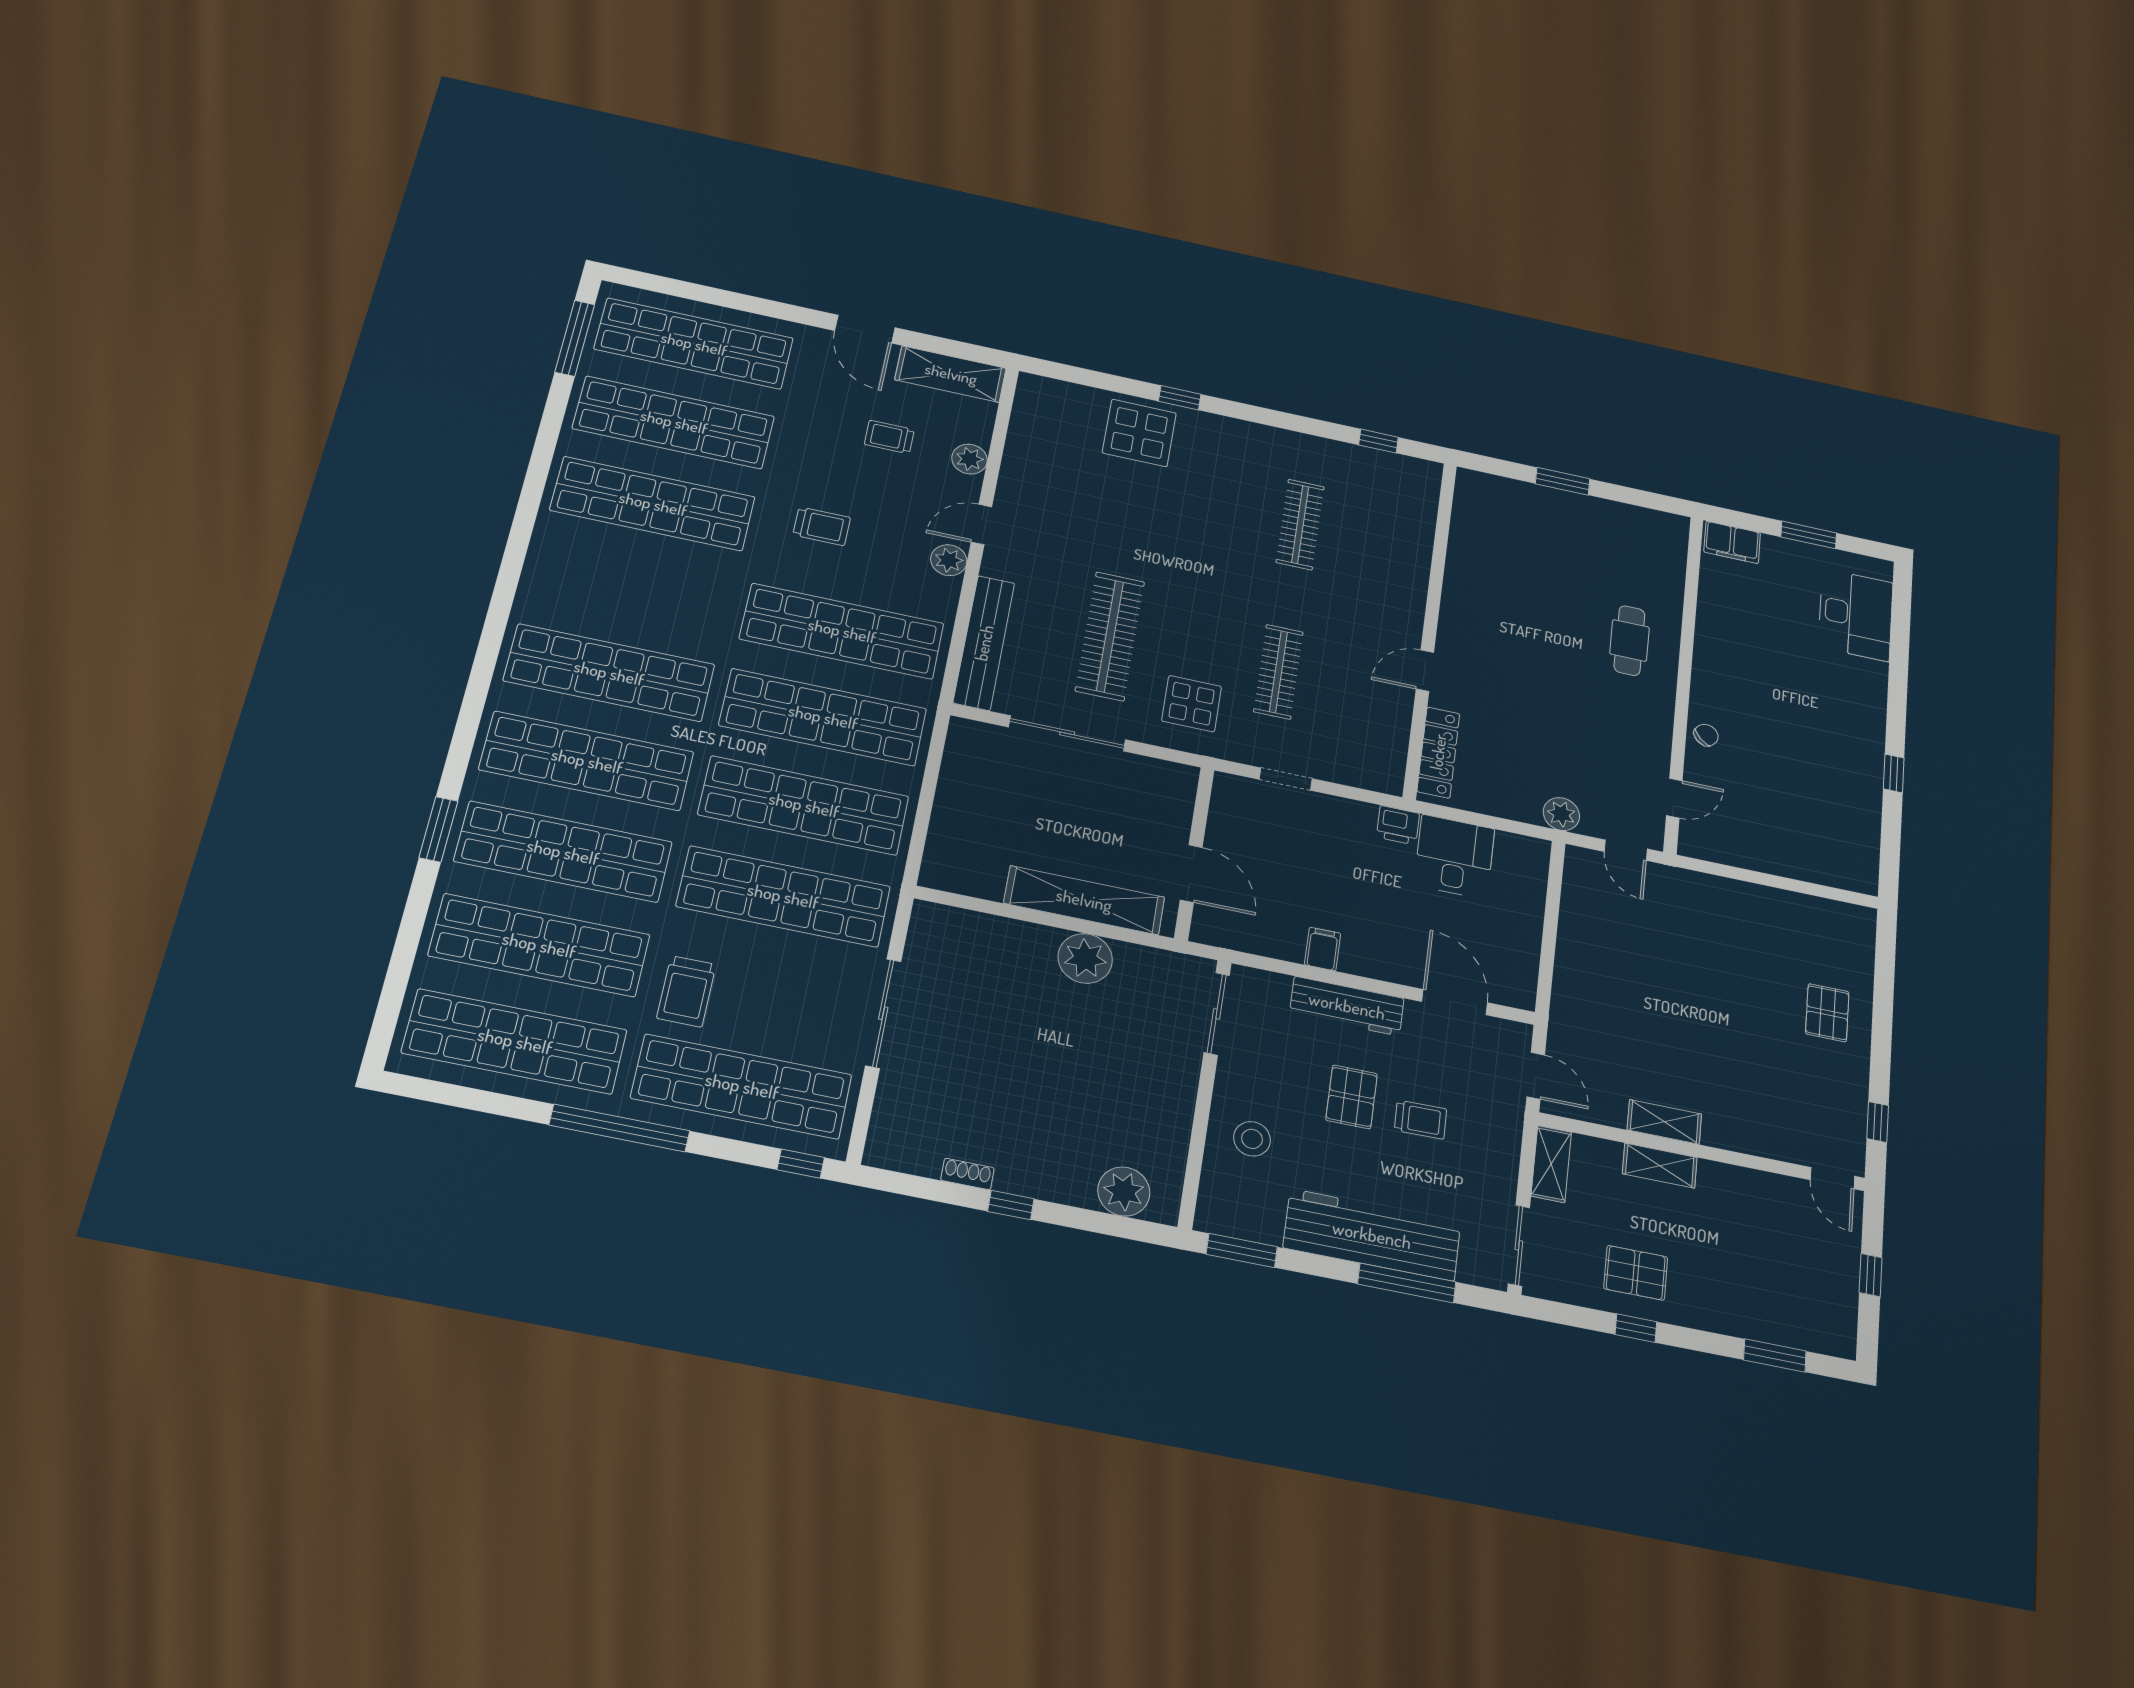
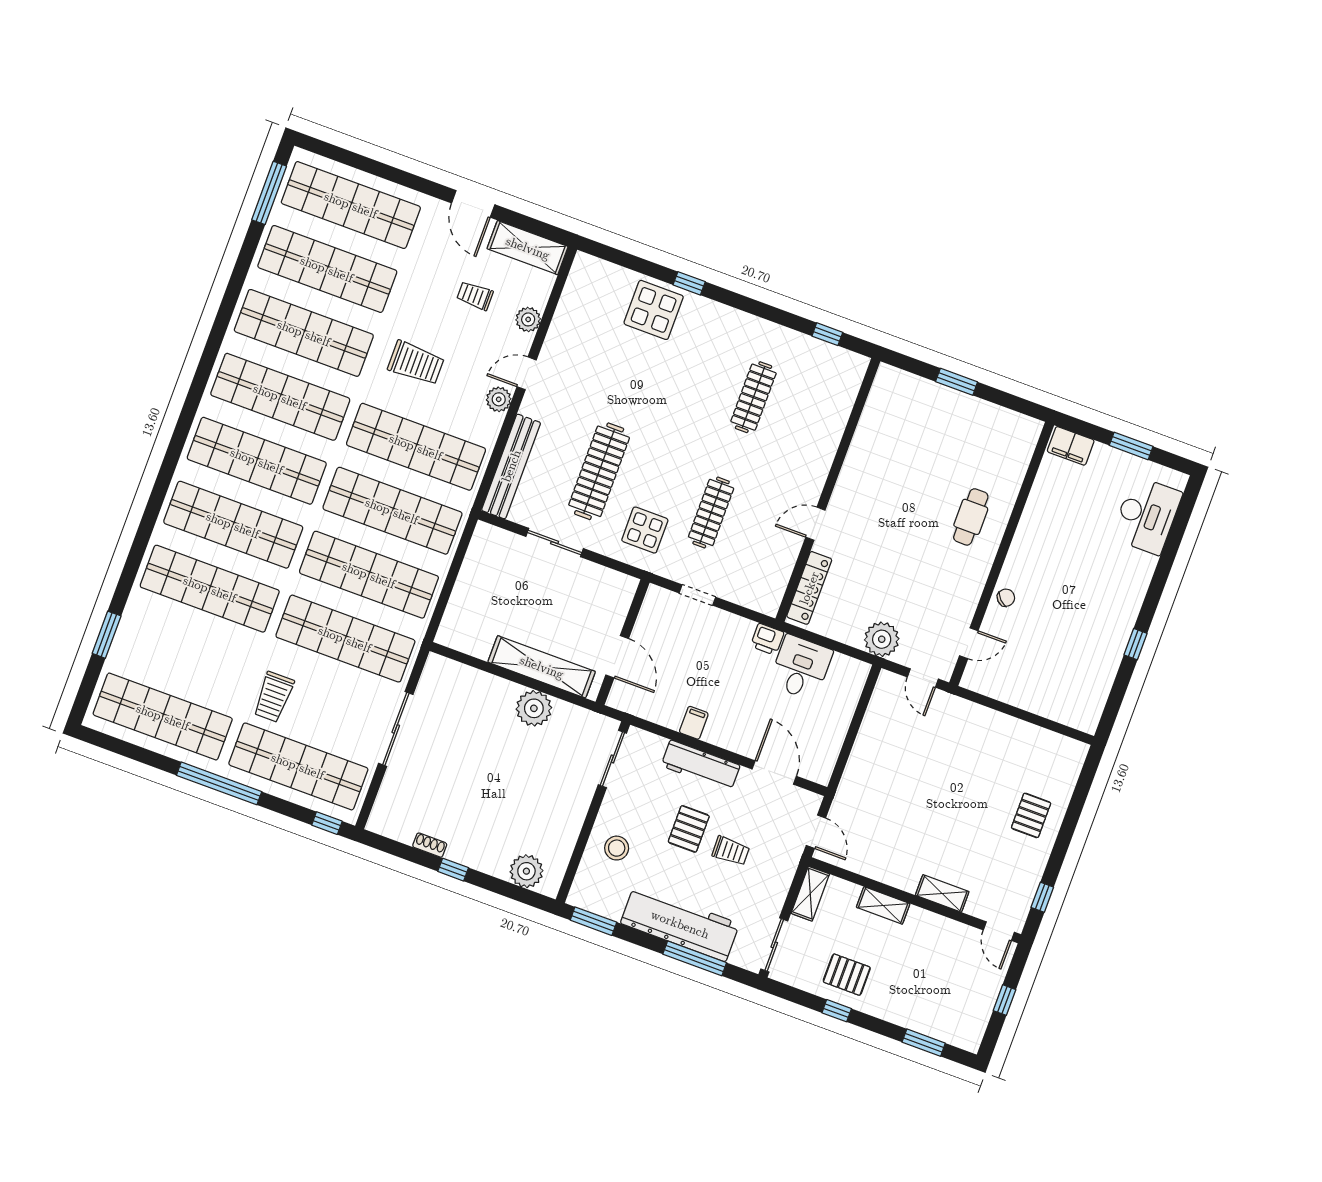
trolley: (822, 526) -> (416, 363), width x1.36, depth x1.39
sliding door: (1067, 733) -> (555, 543), width x0.73
plant: (1561, 814) -> (882, 639), width x1.36, depth x1.36
window: (438, 829) -> (107, 635), moved
shop shelf: (539, 945) -> (280, 397), moved
shelving: (1664, 1122) -> (942, 893), moved

